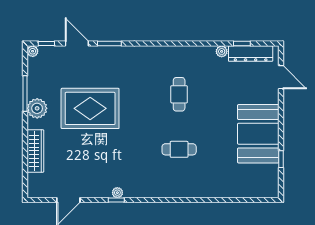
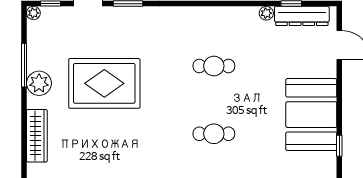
cafe table: (179, 94) -> (214, 66), turned 90

